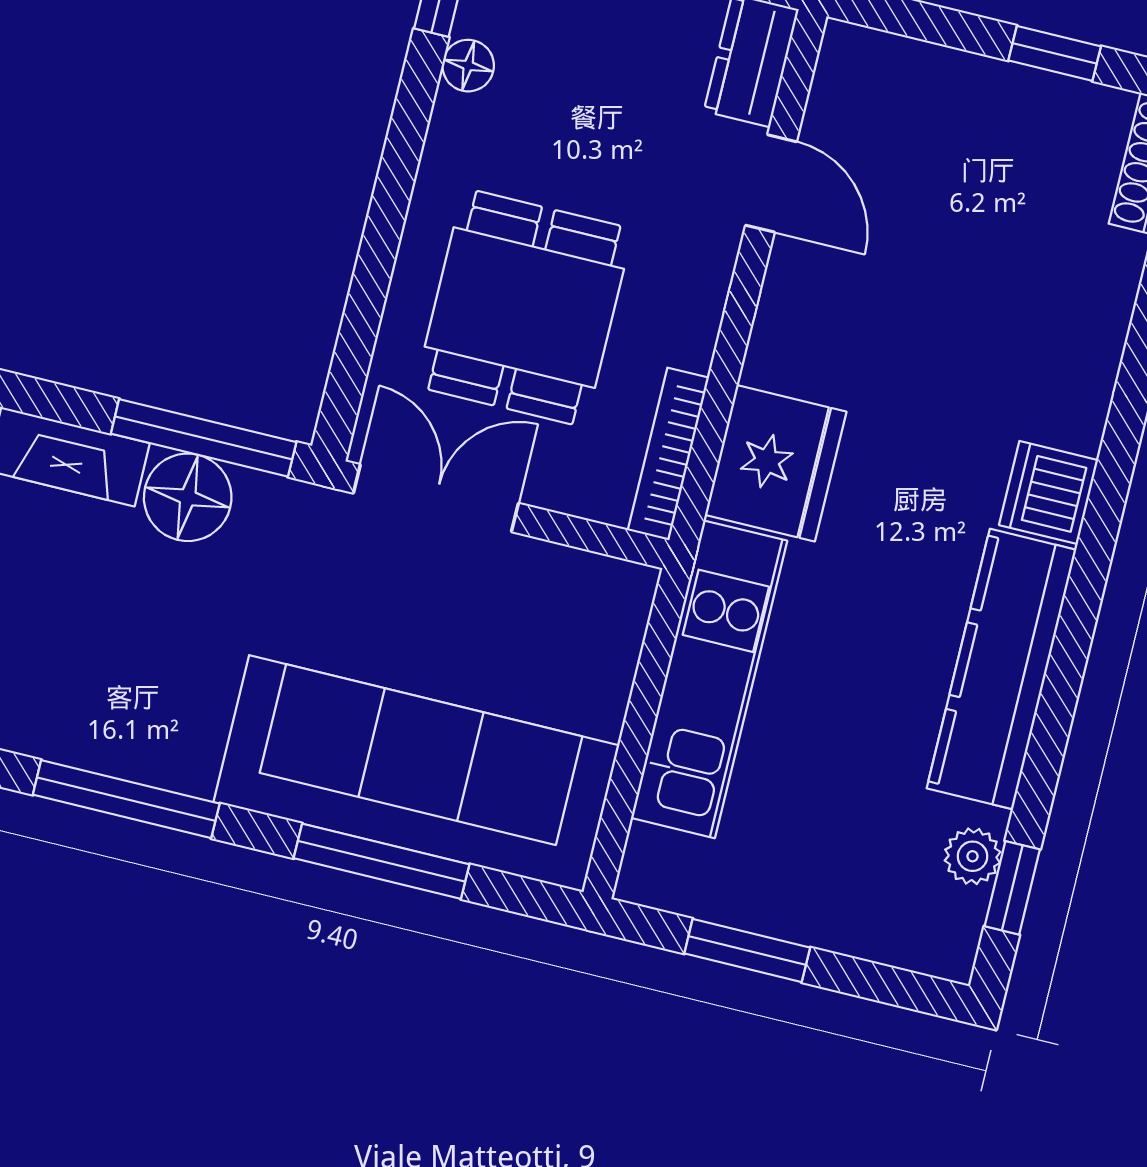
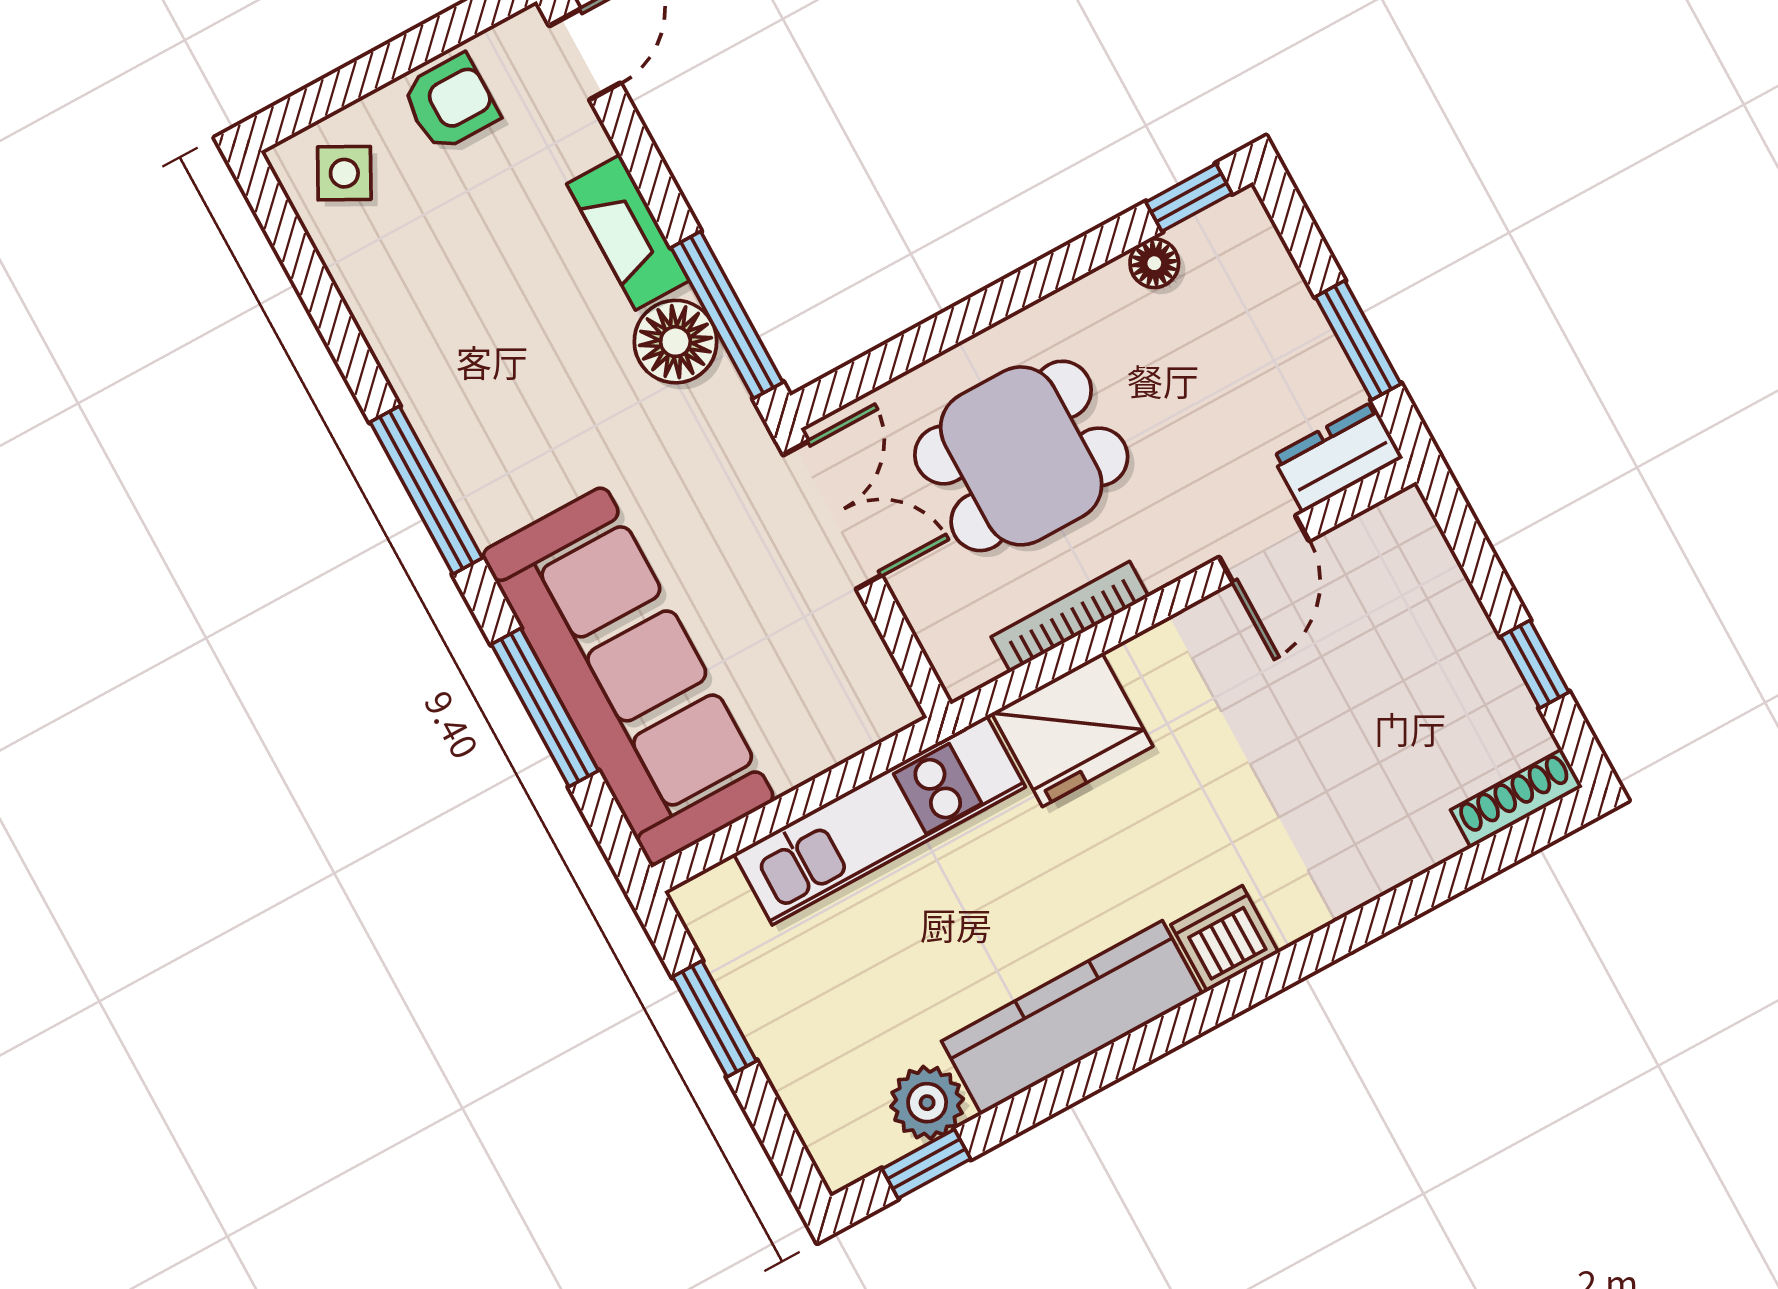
bookcase: (668, 454) -> (1070, 617), moved
plant: (973, 856) -> (927, 1103), width x1.38, depth x1.38

